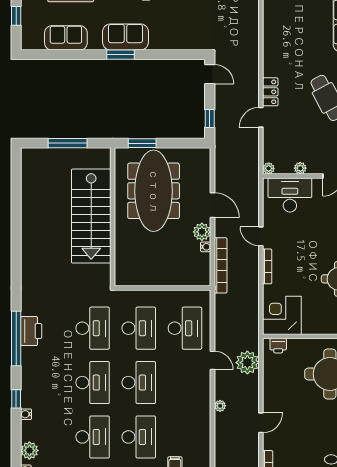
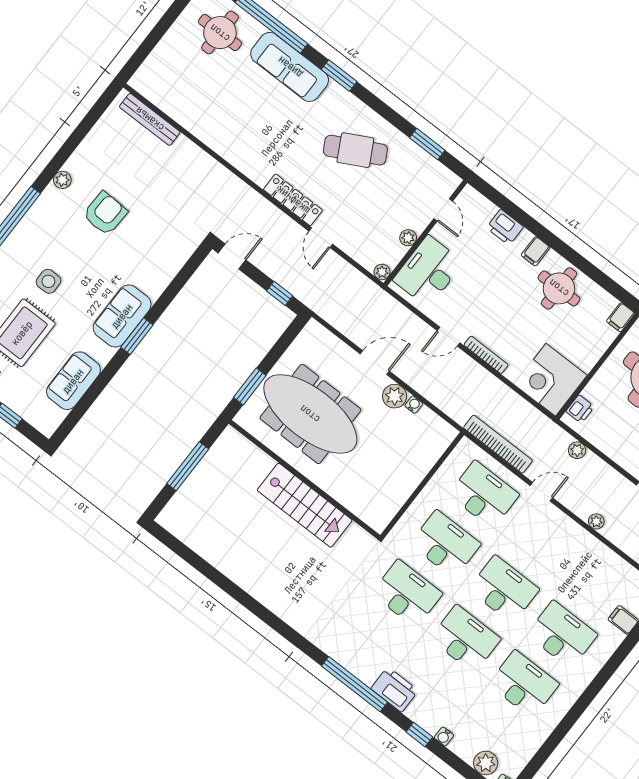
locker: (270, 92) -> (293, 200), width x1.53
stairs: (91, 216) -> (305, 505), width x0.73, depth x0.66
bookcase: (221, 265) -> (498, 444), moved
printer: (31, 331) -> (395, 690), moved
plant: (247, 363) -> (577, 450), width x0.53, depth x0.53

